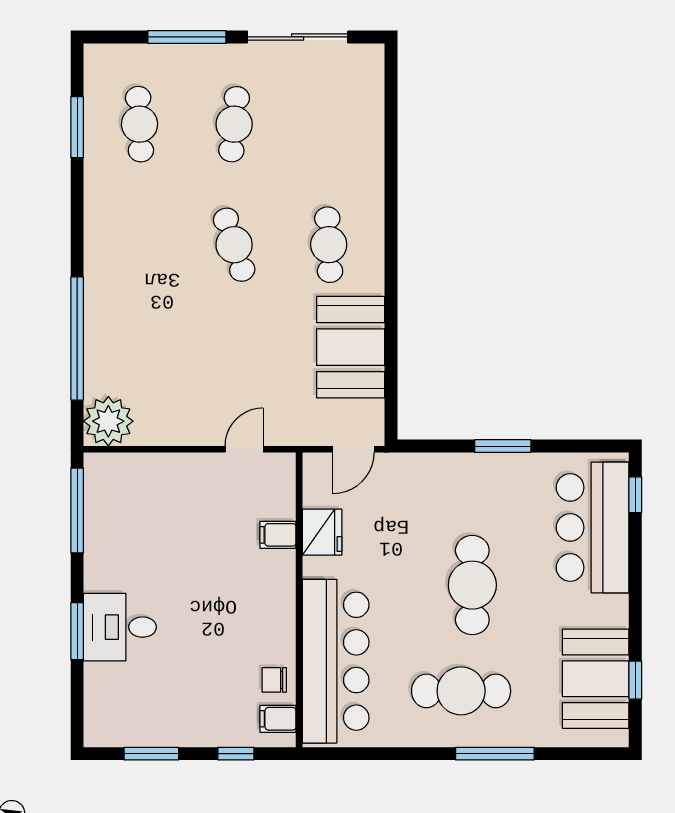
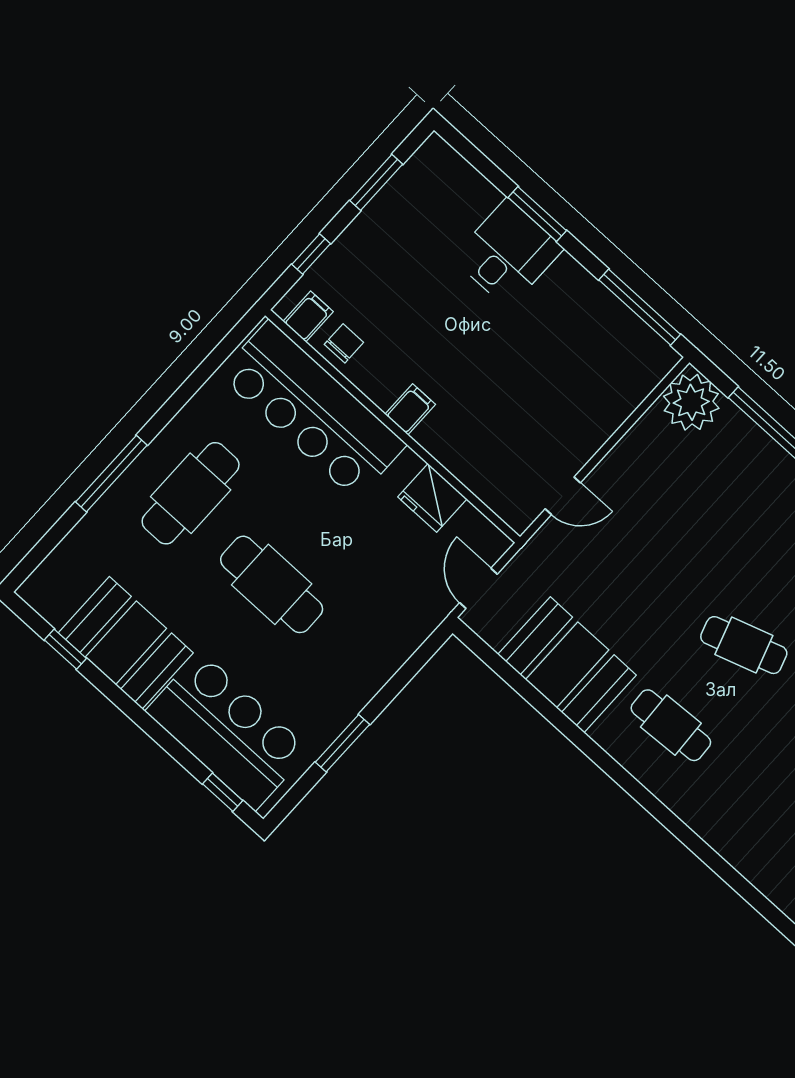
window: (503, 446) -> (342, 743), moved
door: (244, 449) -> (563, 496), hinge flipped
filing cabinet: (278, 535) -> (410, 409), moved
booth: (596, 679) -> (126, 643), moved

